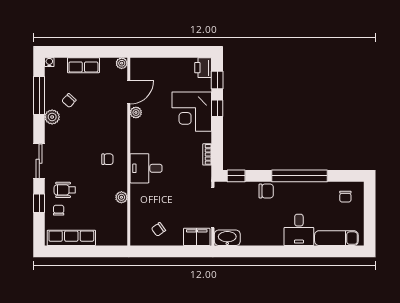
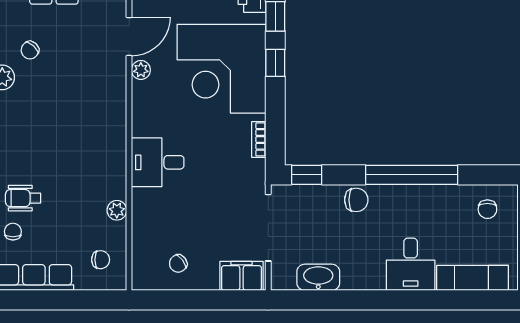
corner desk: (192, 112) -> (221, 69), width x1.36, depth x1.36
chair: (107, 159) -> (101, 260), moved
washbasin: (227, 238) -> (318, 277), moved

